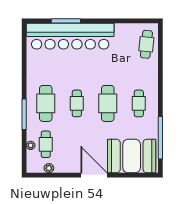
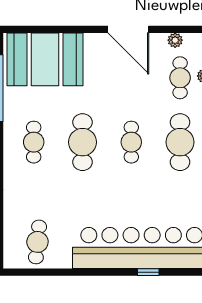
window: (66, 21) -> (148, 272), width x0.46
cafe table: (146, 44) -> (37, 242), moved
door: (94, 175) -> (128, 29), moved

